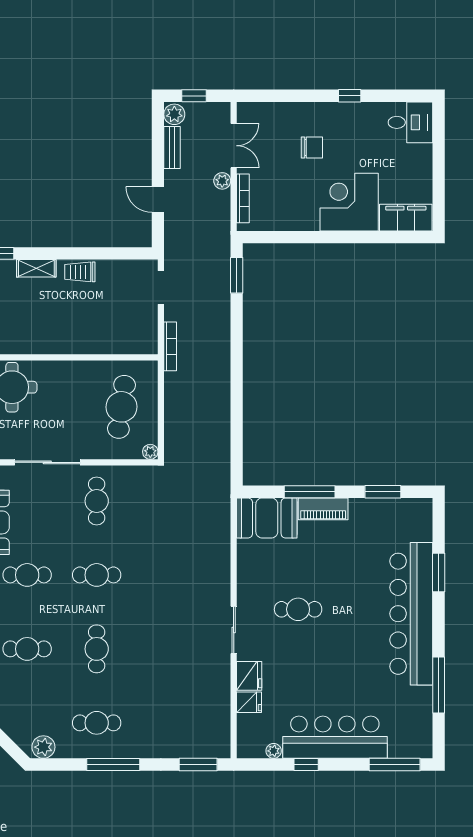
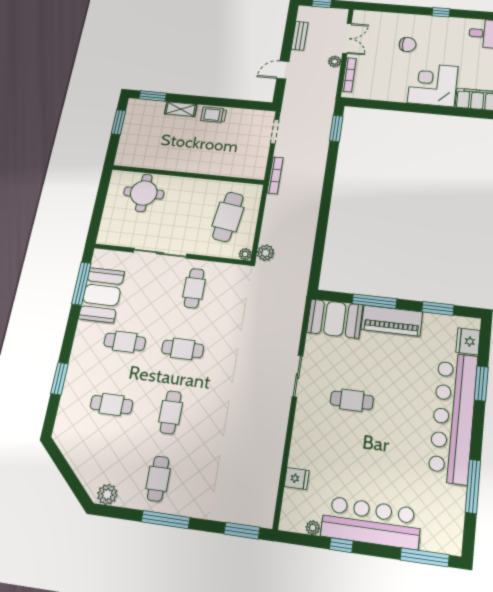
plant: (174, 114) -> (266, 253), moved
door: (158, 200) -> (283, 70), hinge flipped
piano: (323, 509) -> (392, 321), width x1.37, depth x1.33
sliding door: (234, 630) -> (298, 376), moved
fridge: (249, 676) -> (468, 341), moved, turned 180
cafe table: (97, 723) -> (158, 479), turned 90

